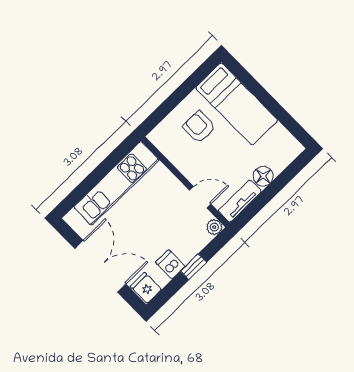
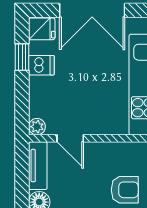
door: (200, 197) -> (70, 138), hinge flipped
window: (194, 267) -> (22, 57), moved

